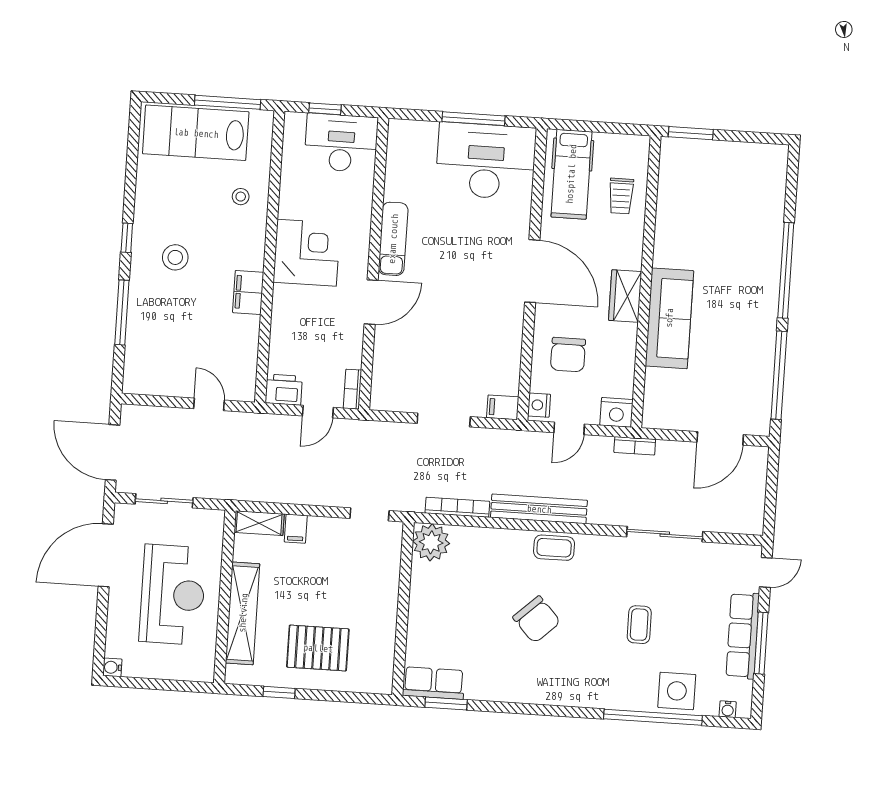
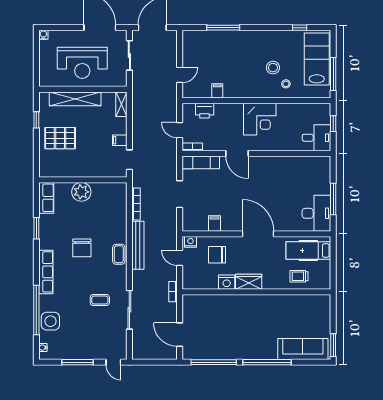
window: (691, 133) -> (333, 345), moved
desk: (341, 143) -> (317, 138), width x0.73
desk: (486, 161) -> (316, 213), width x0.73, depth x0.77
window: (127, 238) -> (300, 28), moved
exam couch: (393, 239) -> (201, 162), moved
stool: (175, 257) -> (273, 68), moved
door: (532, 271) -> (258, 234), swing flipped
filing cabinet: (248, 292) -> (217, 91), moved, width x0.50
sofa: (669, 318) -> (303, 349), moved, turned 180
printer: (284, 390) -> (205, 111), moved, turned 90
filing cabinet: (503, 407) -> (215, 224), moved
nightstand: (616, 412) -> (227, 282), moved, turned -90
filing cabinet: (296, 529) -> (120, 140), moved
plant: (431, 542) -> (81, 192), moved
chair: (537, 619) -> (82, 248), turned -47
coffee table: (639, 625) -> (100, 300), moved
row of seats: (743, 636) -> (46, 272), moved, turned 90
pallet: (318, 648) -> (60, 138), turned 90
window: (446, 704) -> (36, 228), moved

